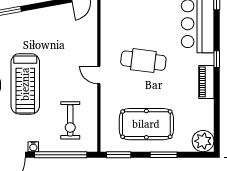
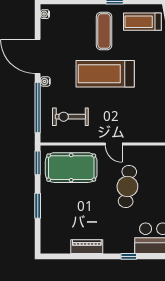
door: (99, 75) -> (114, 144), swing flipped
piano: (206, 82) -> (87, 247), moved
pool table: (146, 124) -> (71, 168), moved, turned 90
plant: (203, 141) -> (51, 243), removed

